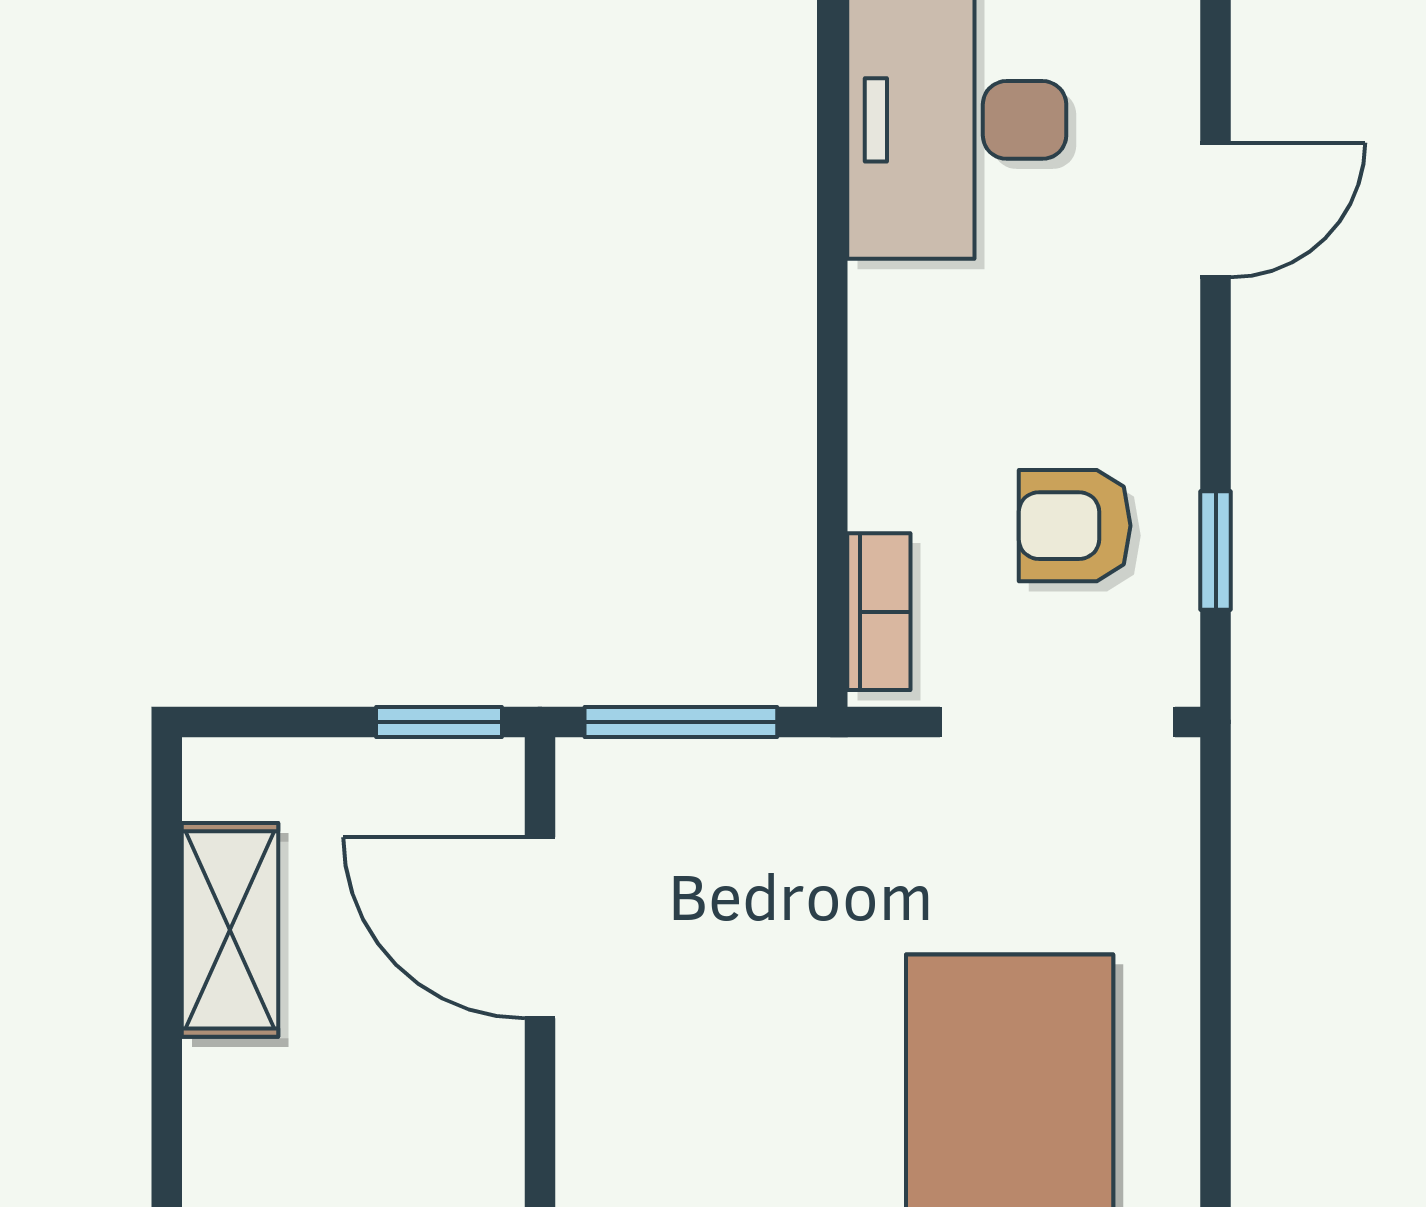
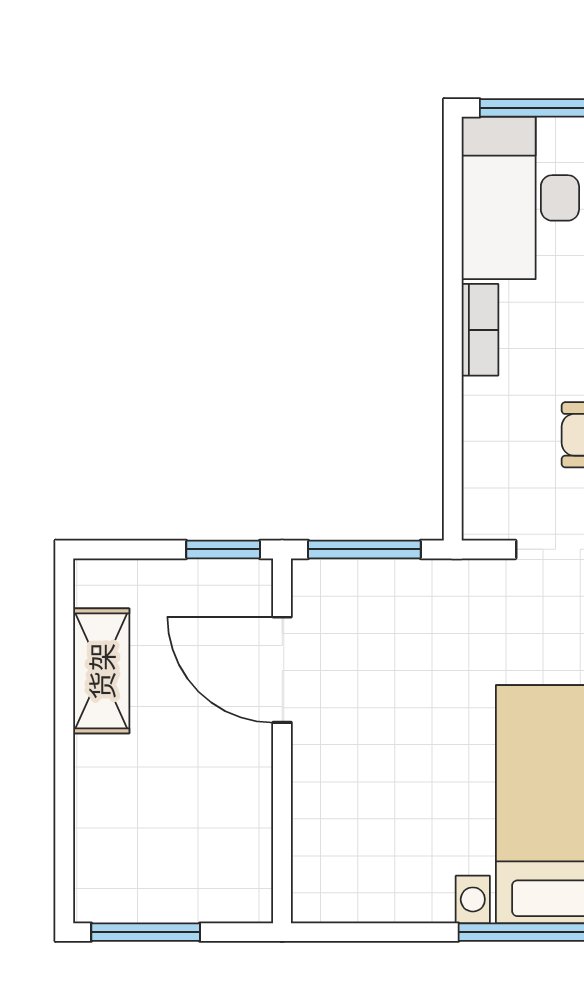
bookcase: (879, 612) -> (480, 330), moved

